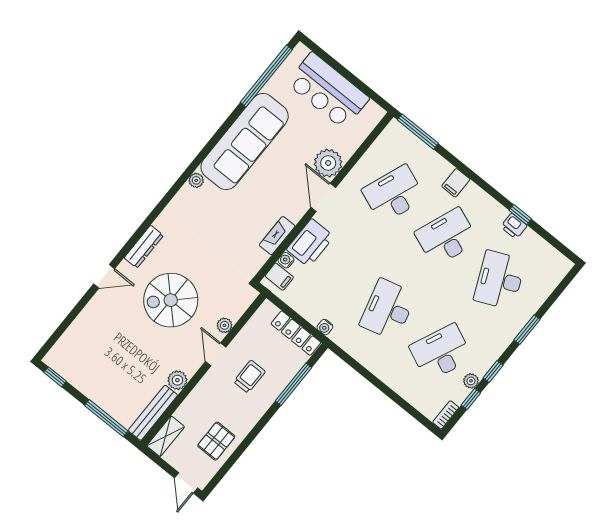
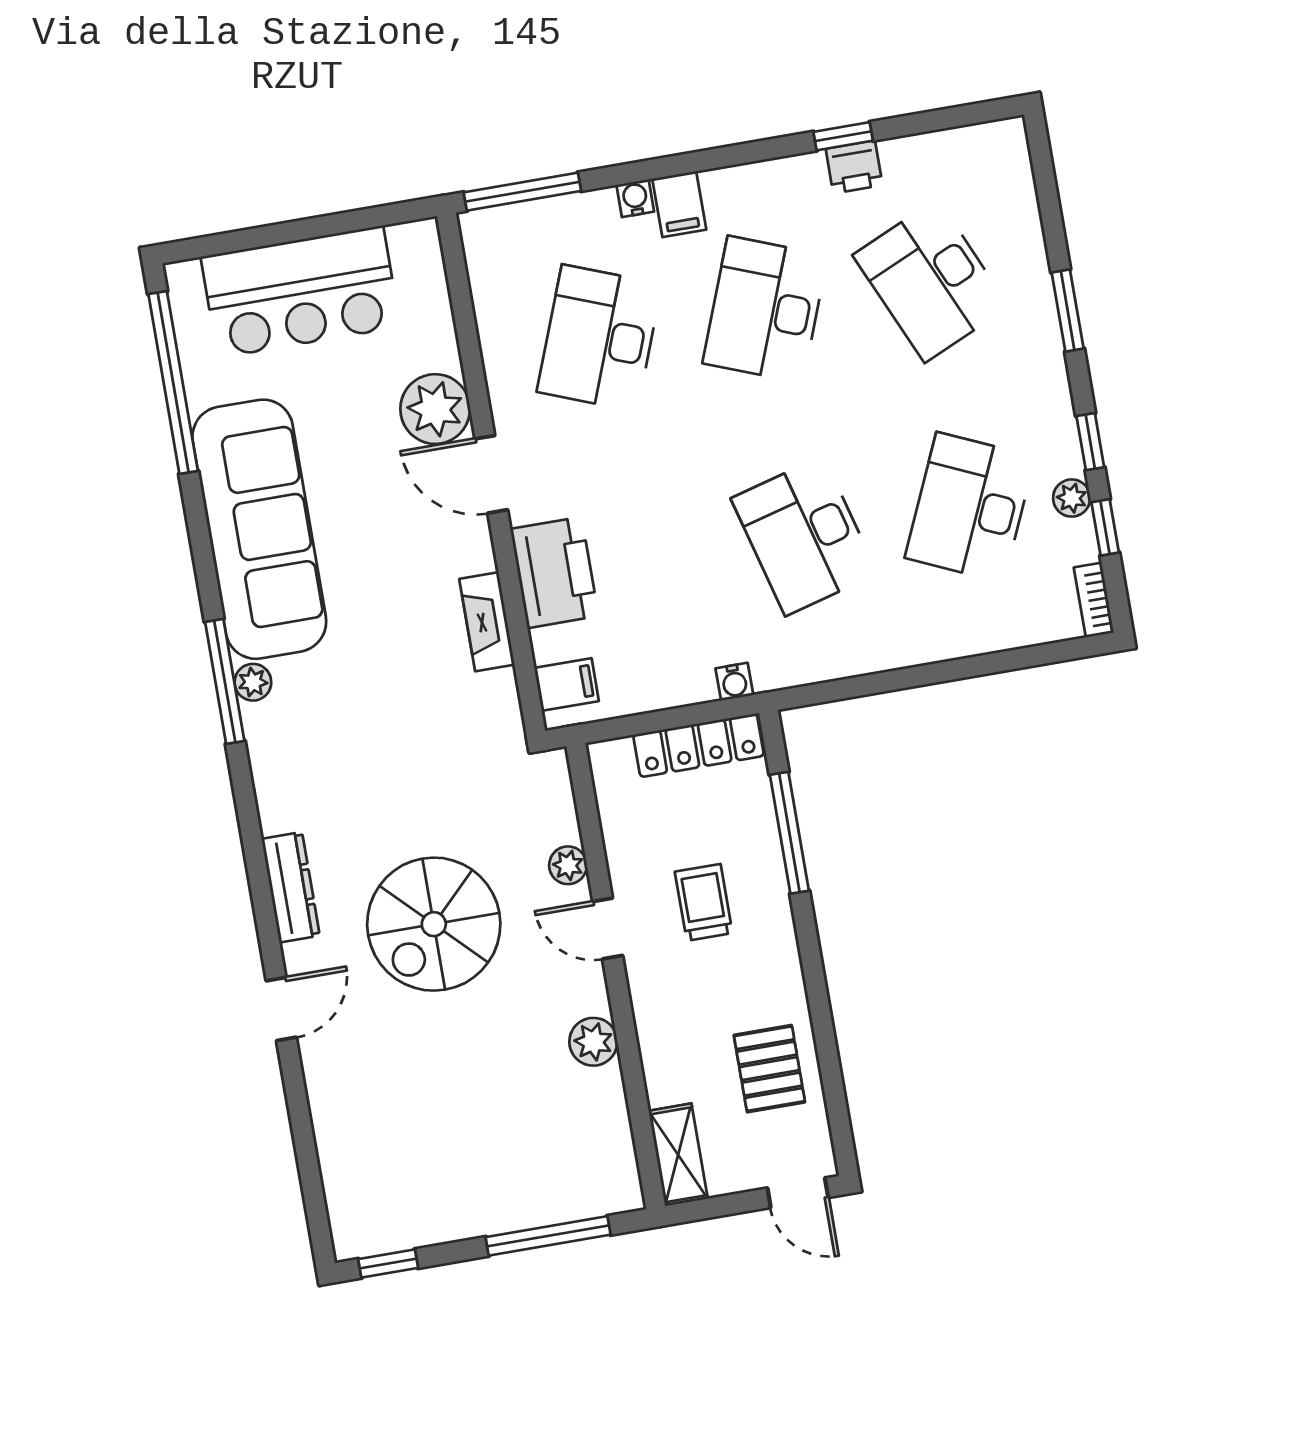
window: (189, 172) -> (225, 681), added
water cooler: (286, 260) -> (635, 198), moved, turned 90
bench: (153, 413) -> (614, 1140), removed

